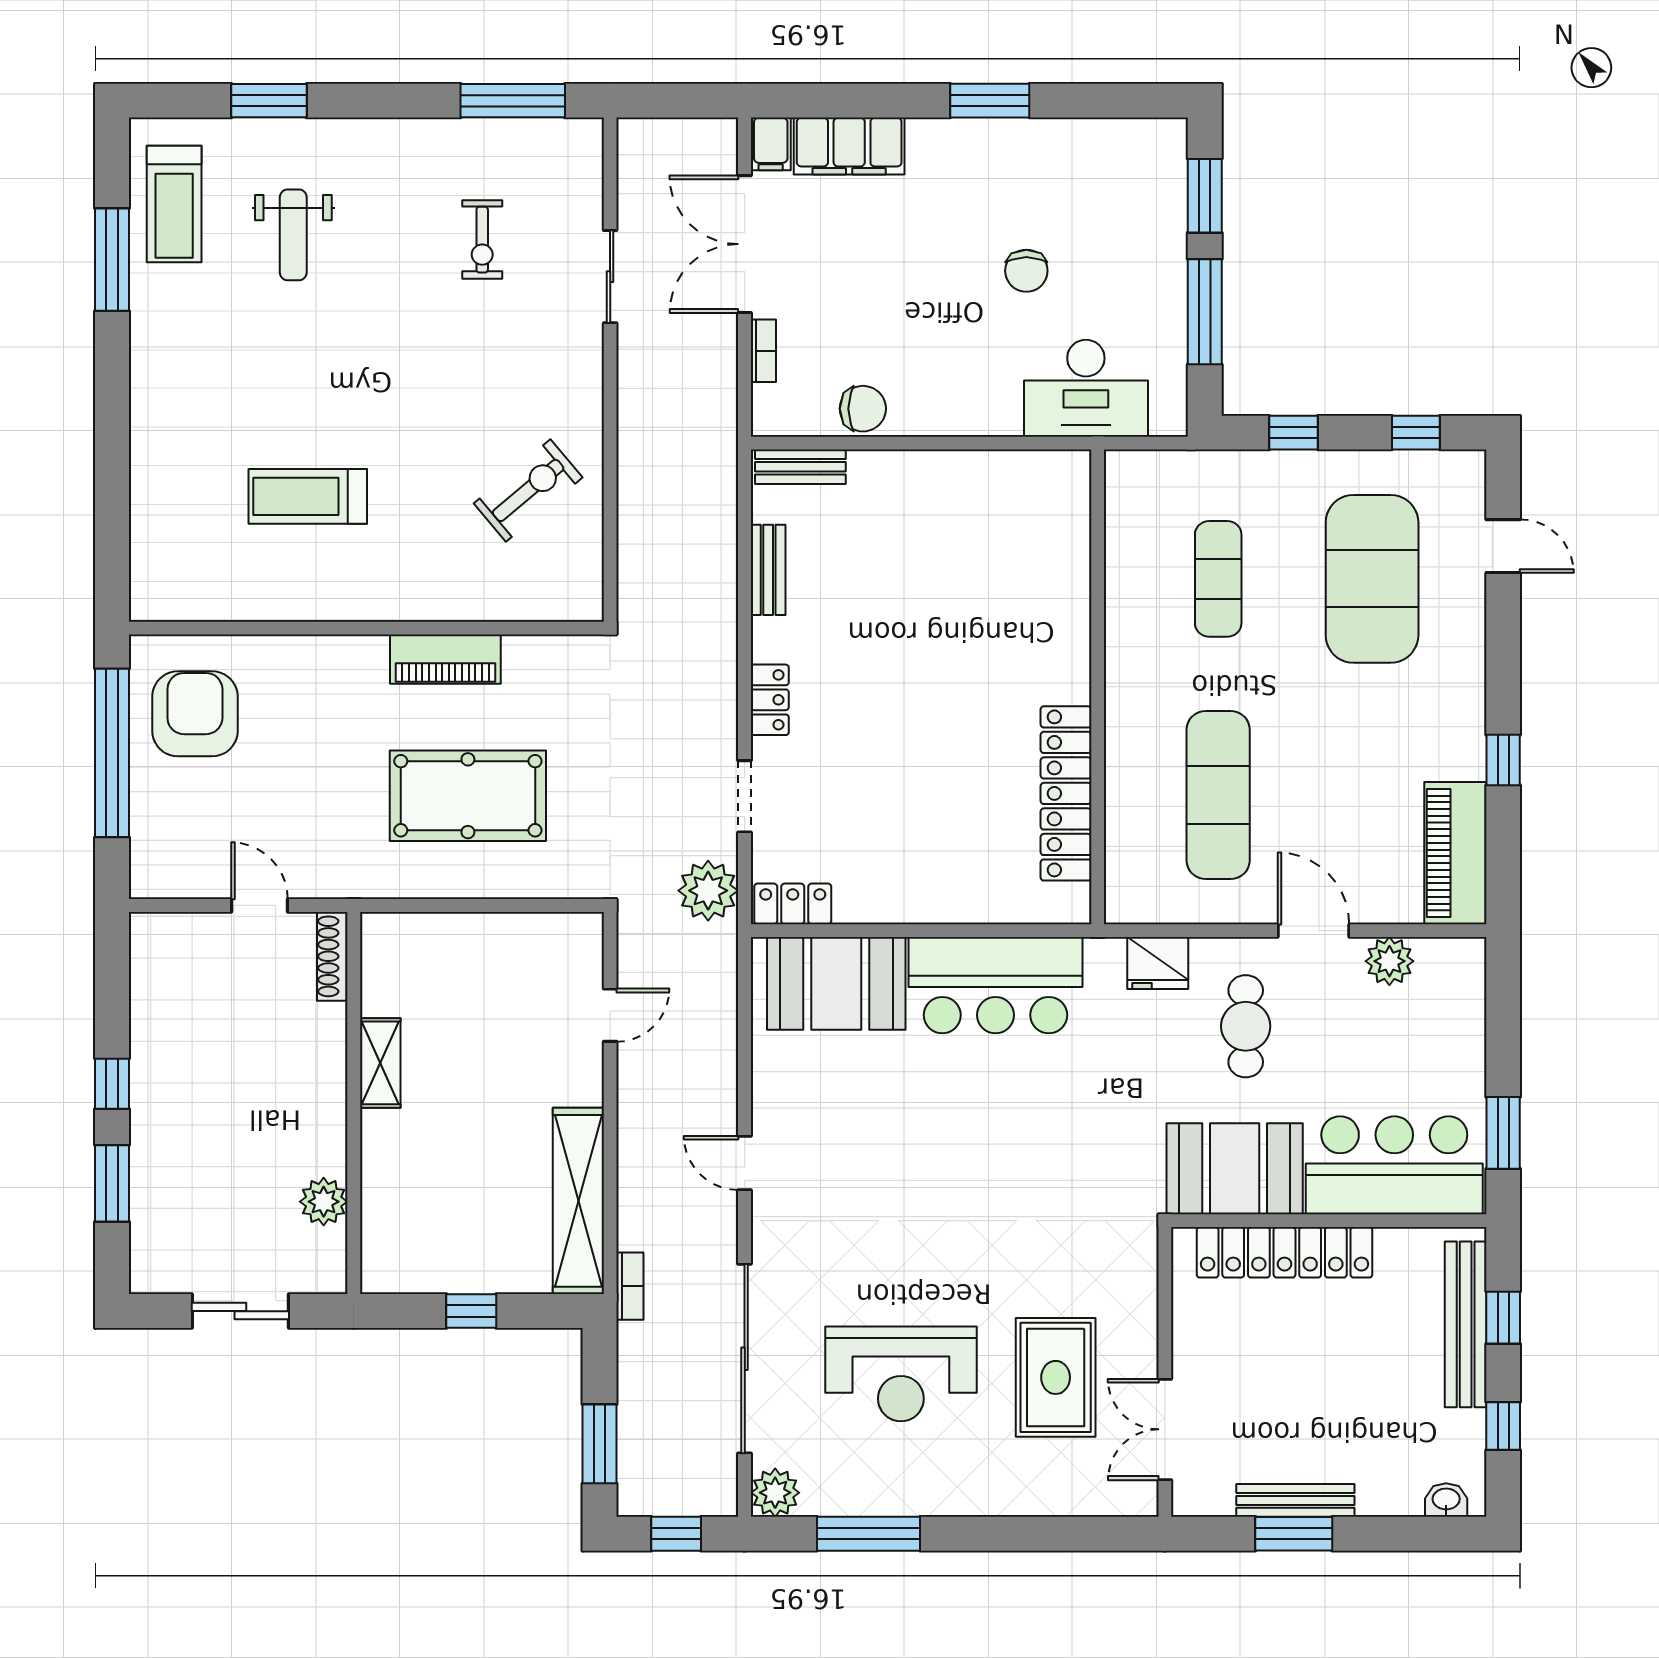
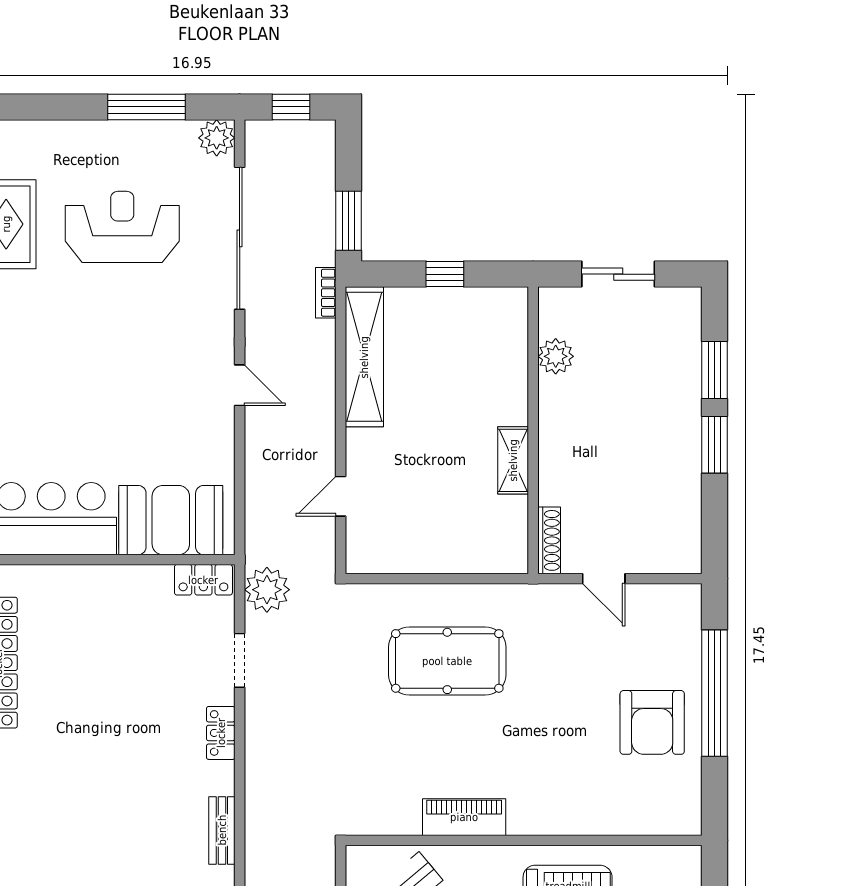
wall: (366, 628) -> (524, 840), moved
piano: (445, 659) -> (464, 817), moved
window: (112, 1084) -> (714, 445), width x1.50
window: (600, 1444) -> (348, 221), moved

